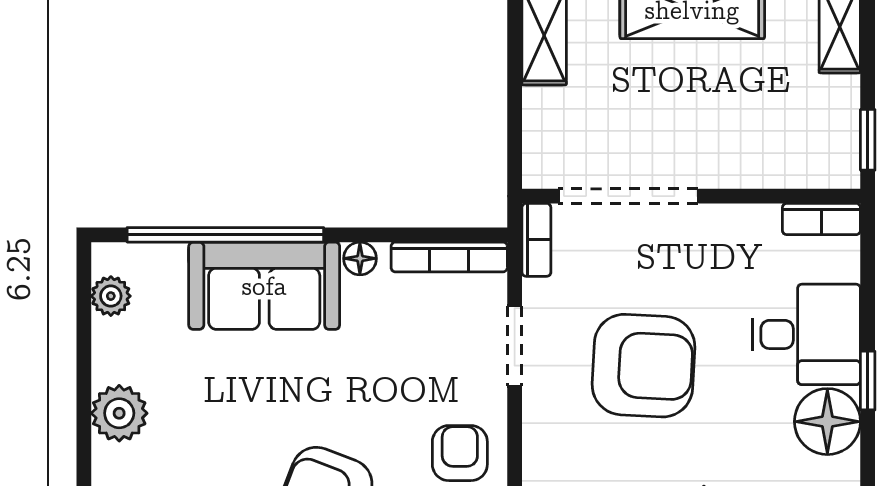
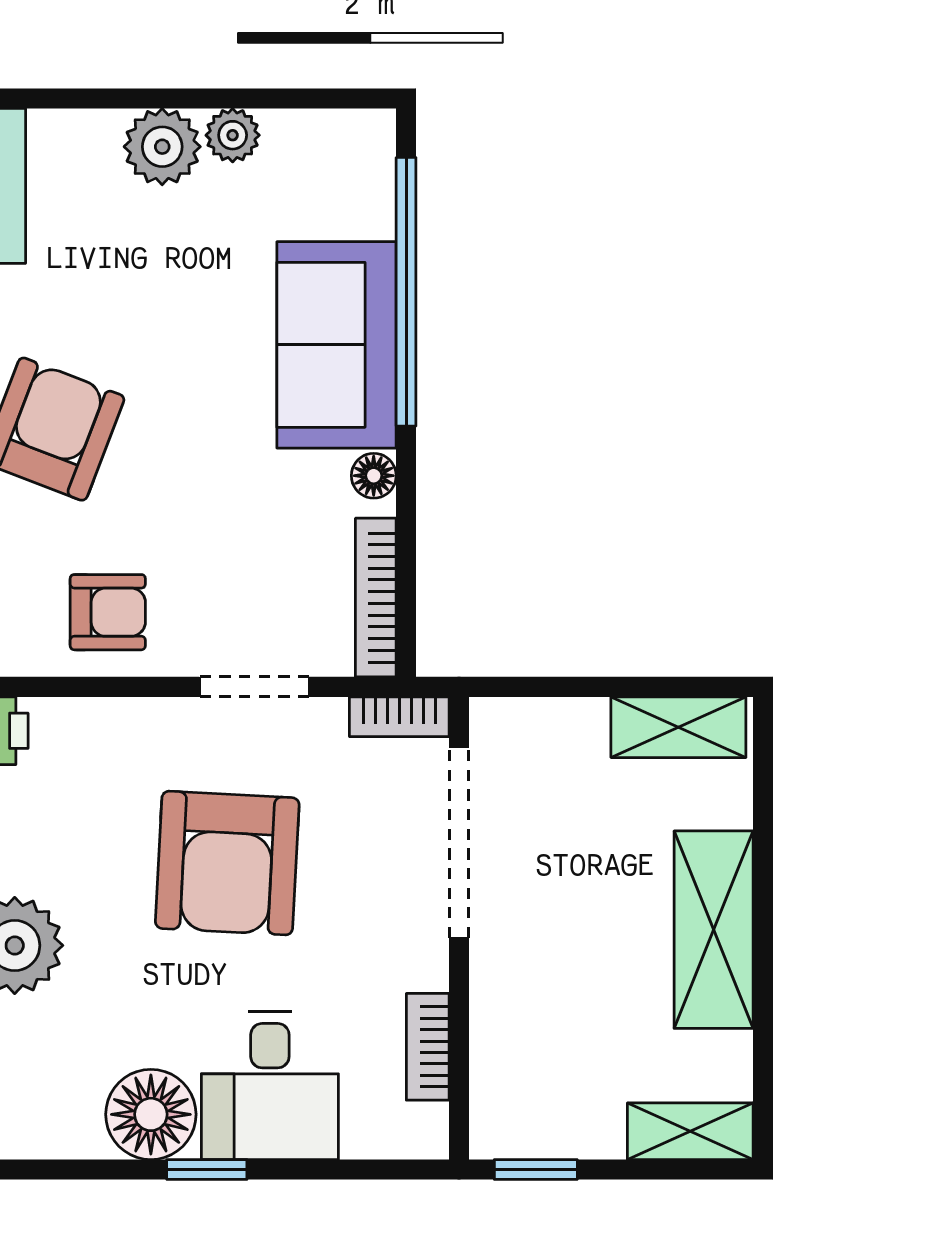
bookcase: (821, 219) -> (428, 1047), moved
plant: (111, 296) -> (233, 135), moved

